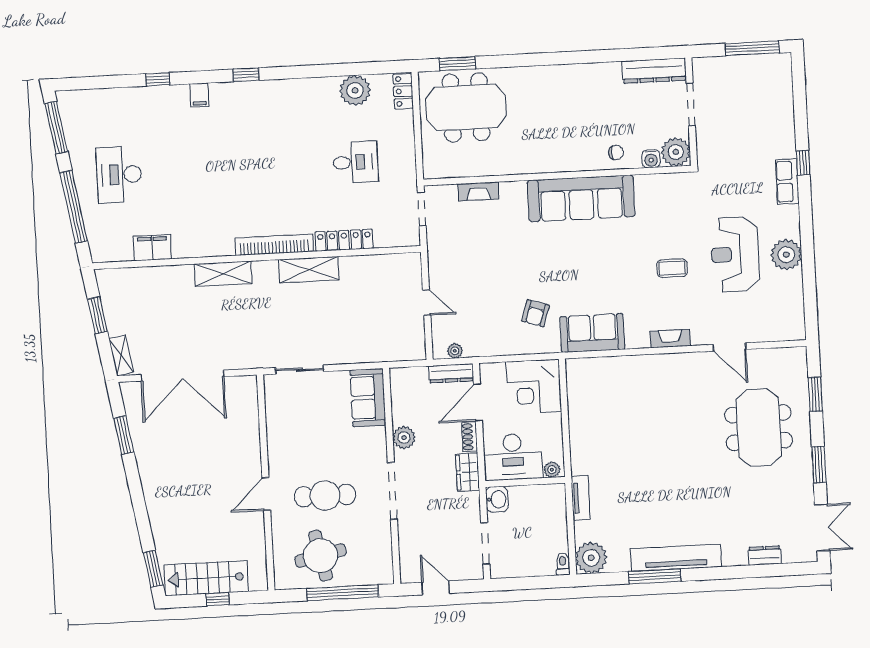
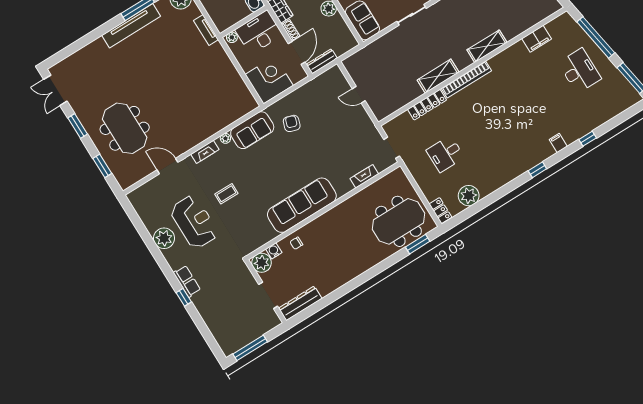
plant: (455, 351) -> (225, 138), moved
dresser: (765, 555) -> (80, 56), removed

